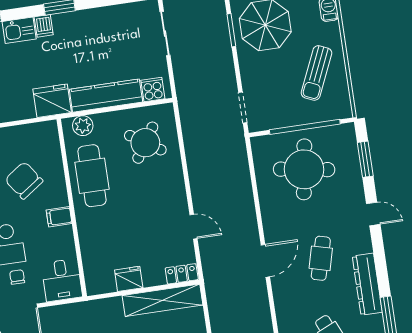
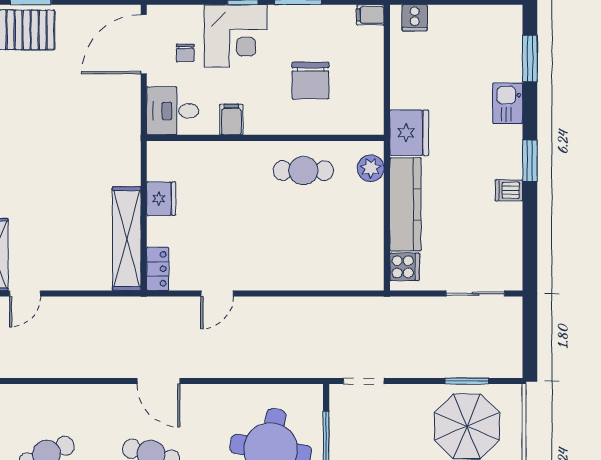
dishwasher: (44, 26) -> (509, 190), moved
round table: (145, 143) -> (336, 247), removed
cafe table: (92, 176) -> (303, 171), width x0.73, depth x0.74
chair: (24, 180) -> (310, 80), turned 125
filing cabinet: (59, 217) -> (231, 119), moved
chair: (17, 277) -> (185, 53), turned 90

